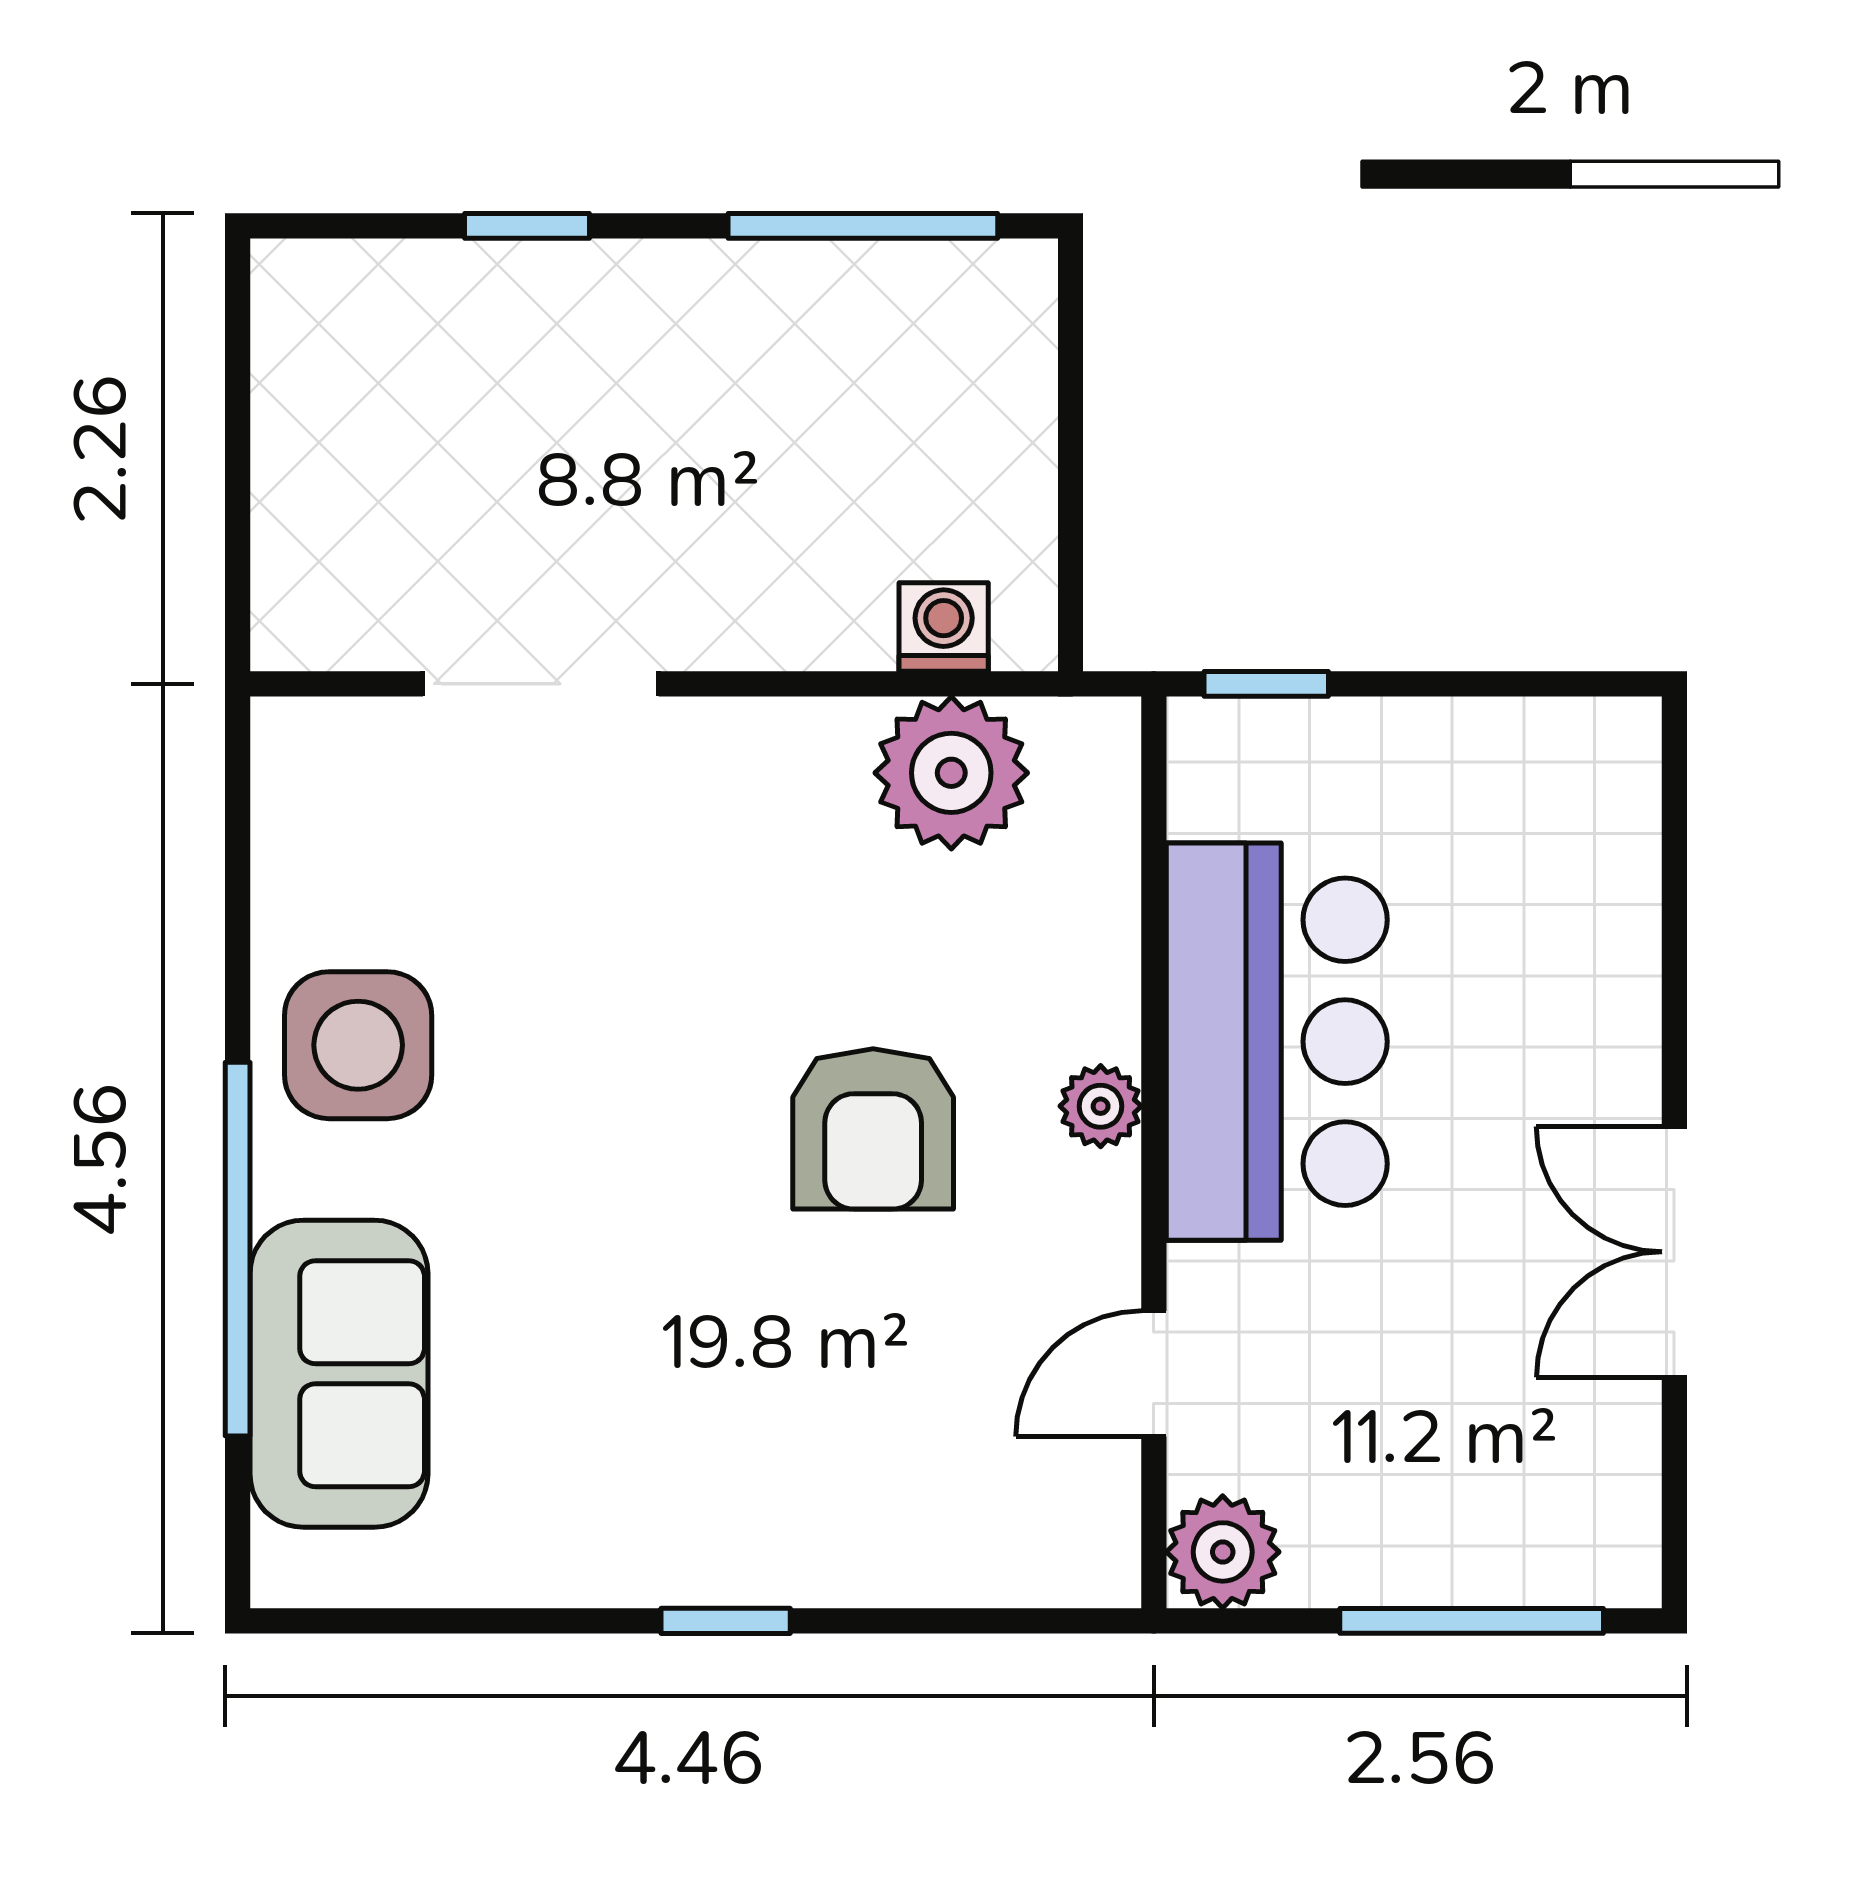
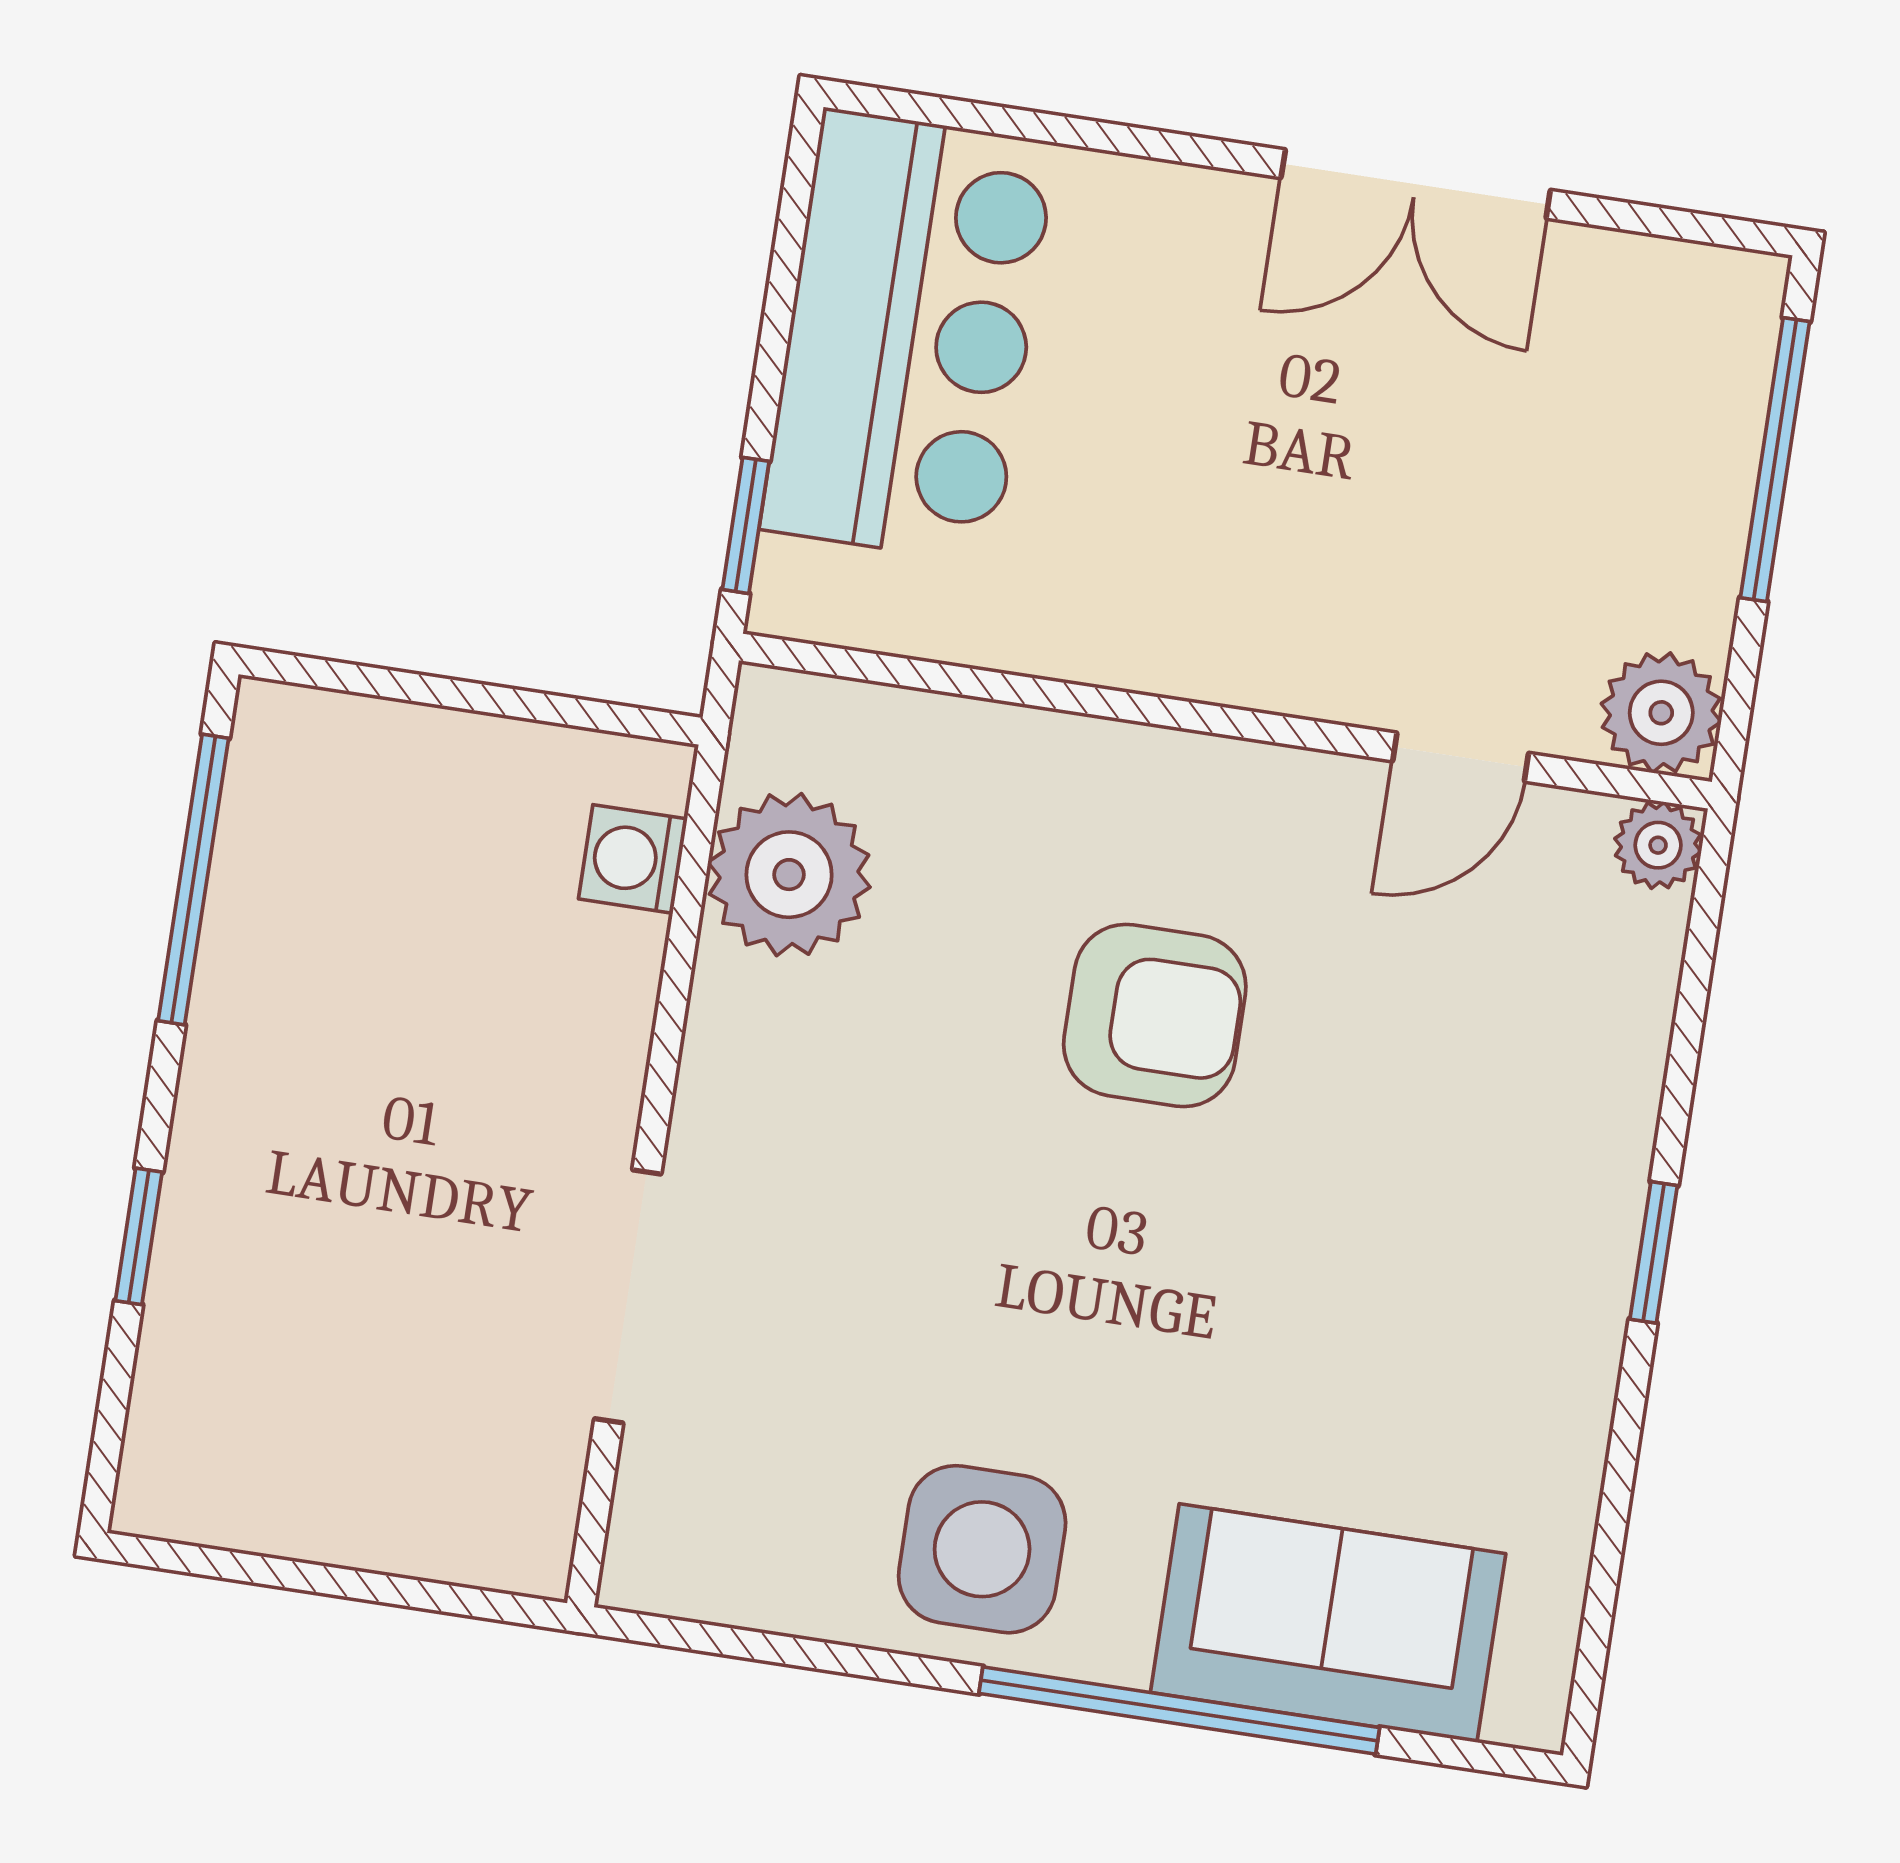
bar counter: (1277, 1042) -> (908, 336), moved, turned 90
plant: (1101, 1106) -> (1658, 845), moved
door: (1154, 1374) -> (1461, 757), hinge flipped

